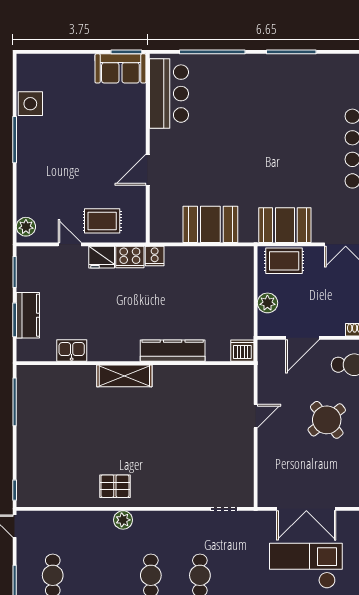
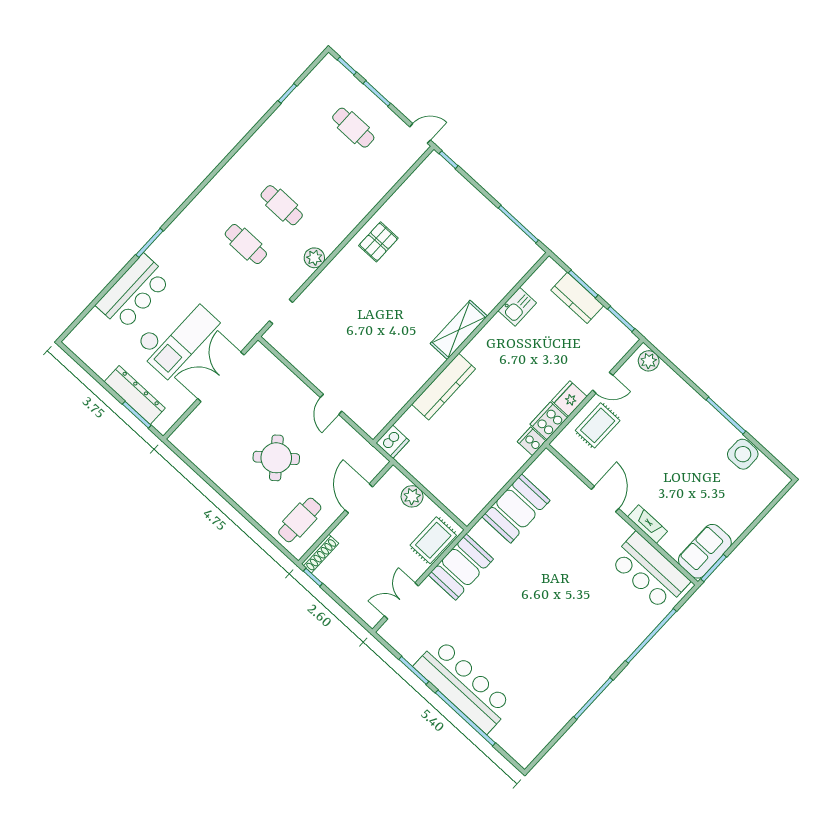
fireplace: (138, 125) -> (647, 524), added
plant: (123, 520) -> (314, 258), moved

